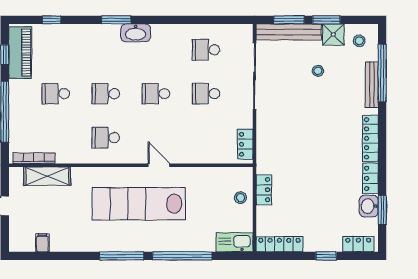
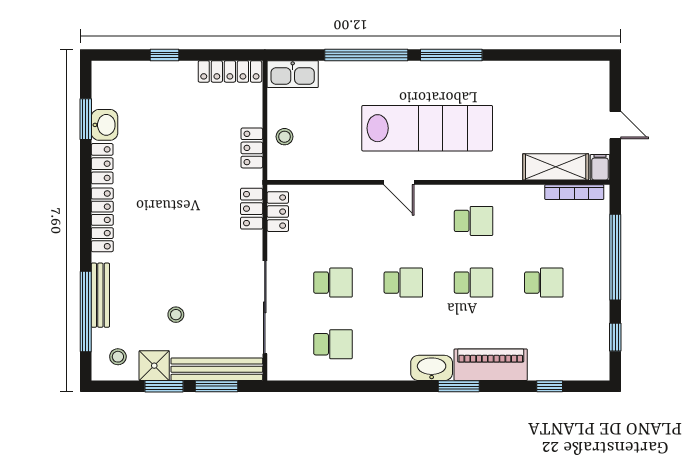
piano: (20, 53) -> (491, 365), moved, turned 90
filing cabinet: (42, 243) -> (600, 167), moved, turned 180
locker: (358, 244) -> (252, 209), moved, turned 90

